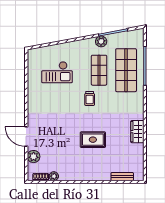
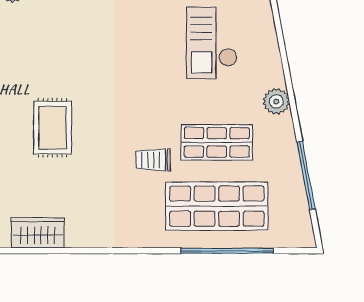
plant: (101, 41) -> (276, 101), moved
trolley: (90, 98) -> (153, 160), moved
wardrobe: (137, 132) -> (38, 233), moved

